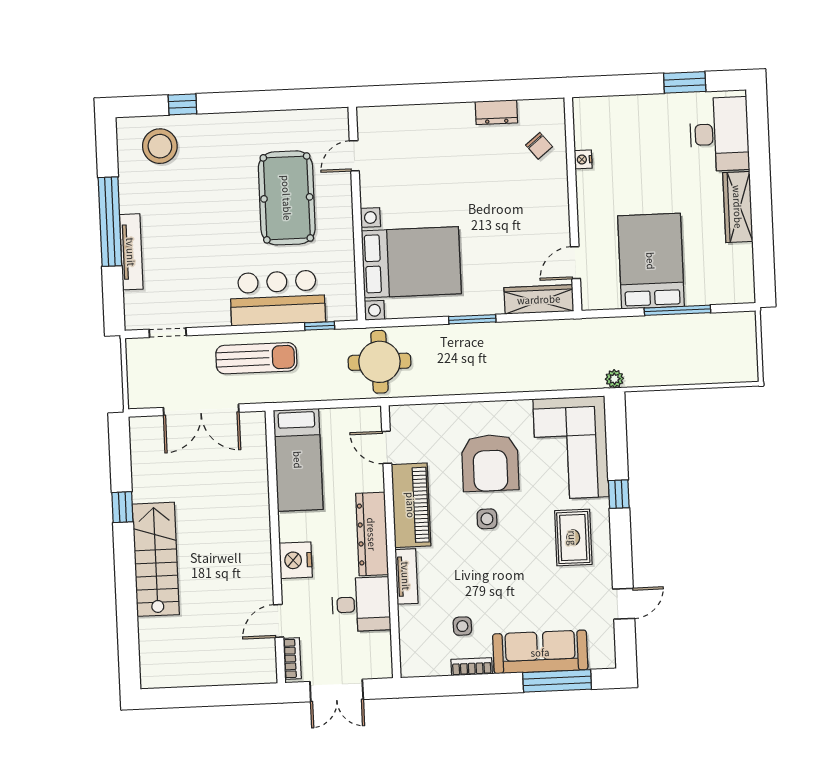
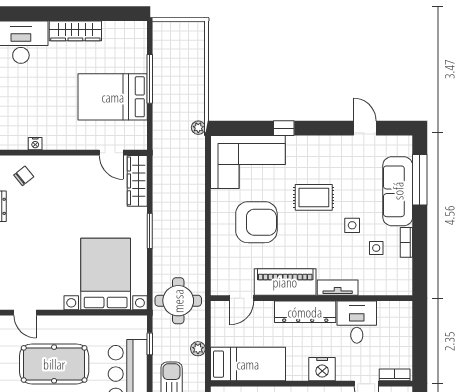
plant: (316, 391) -> (198, 349), added
side table: (487, 519) -> (352, 225), moved
rug: (573, 538) -> (314, 197), moved
double door: (337, 690) -> (420, 343), removed

